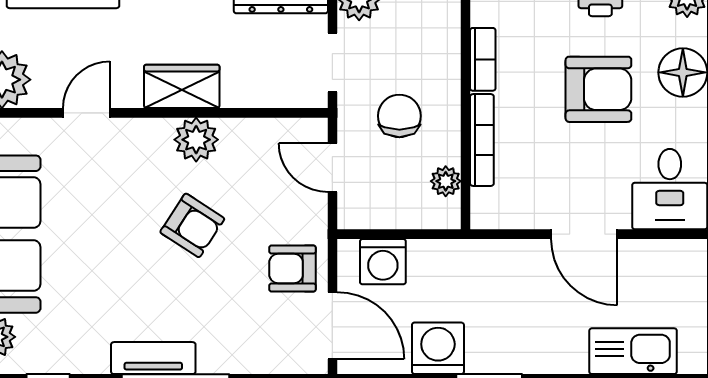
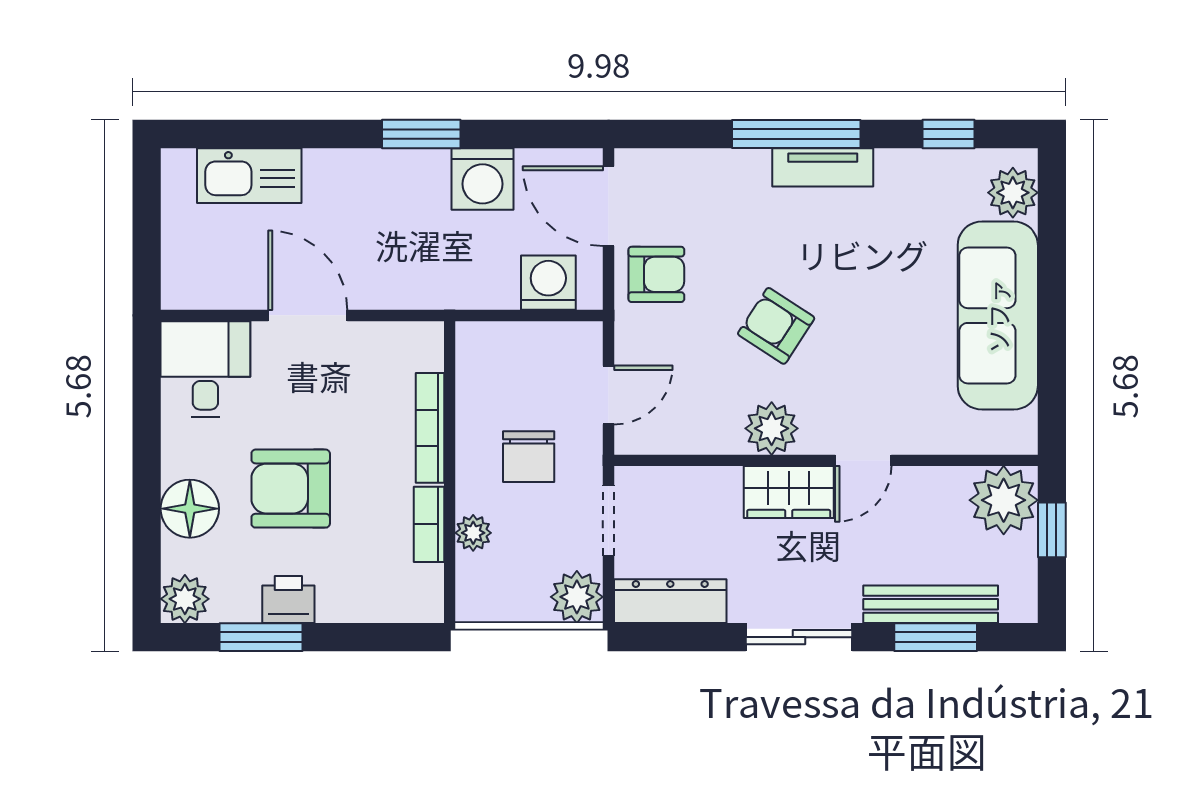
door: (86, 113) -> (863, 460), moved
door: (332, 168) -> (609, 395), hinge flipped
plant: (446, 181) -> (473, 533), moved

